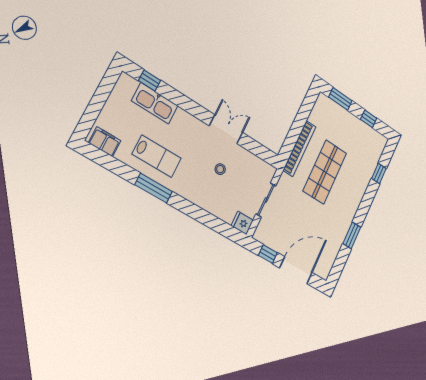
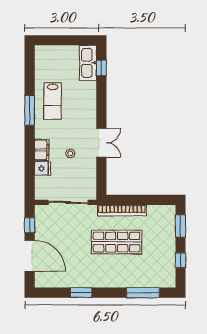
kitchen sink: (155, 103) -> (88, 63), moved
filing cabinet: (105, 142) -> (42, 150), moved
window: (379, 174) -> (143, 293), width x2.17
sliding door: (266, 200) -> (68, 202), width x1.37
fridge: (242, 223) -> (43, 168), moved, turned 90

